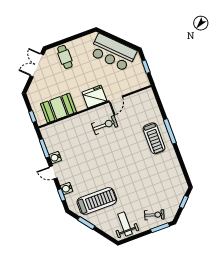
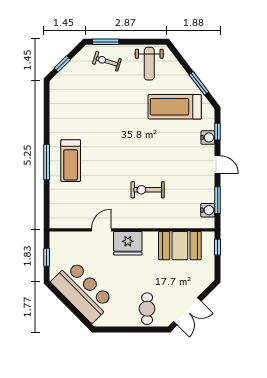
exercise bike: (105, 125) -> (148, 190), moved
treadmill: (154, 138) -> (71, 161), turned 180
water cooler: (55, 157) -> (208, 210), moved

